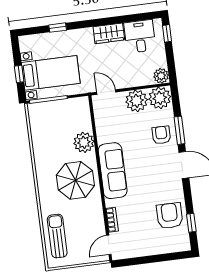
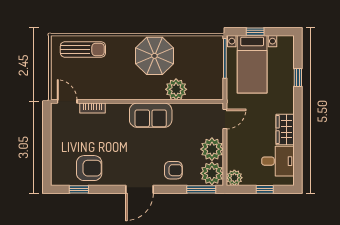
window: (167, 33) -> (265, 189), moved
window: (179, 130) -> (201, 189), moved
sofa: (113, 171) -> (151, 115), width x0.73
parasol: (75, 180) -> (154, 56), moved

